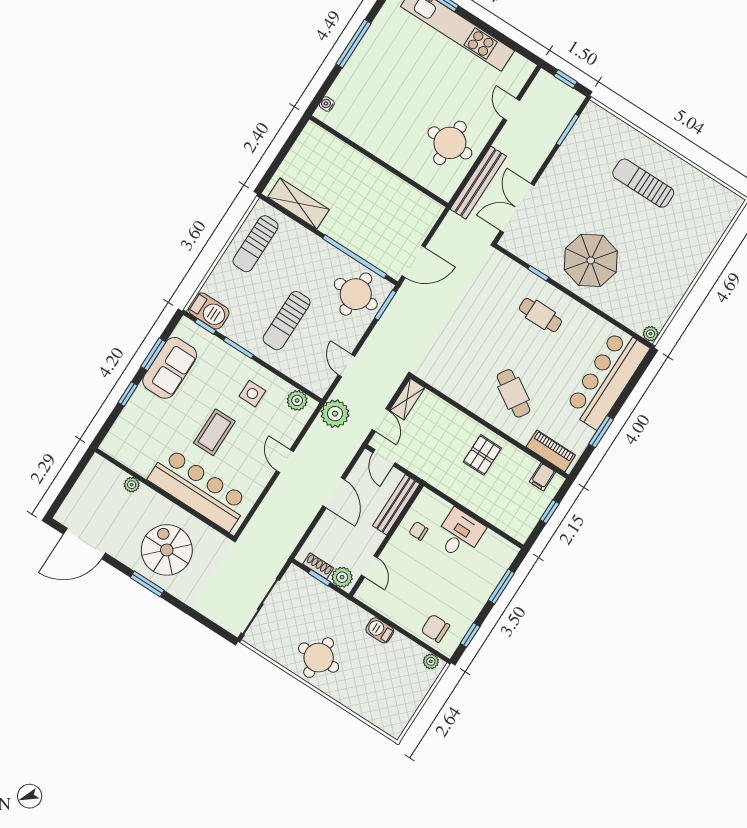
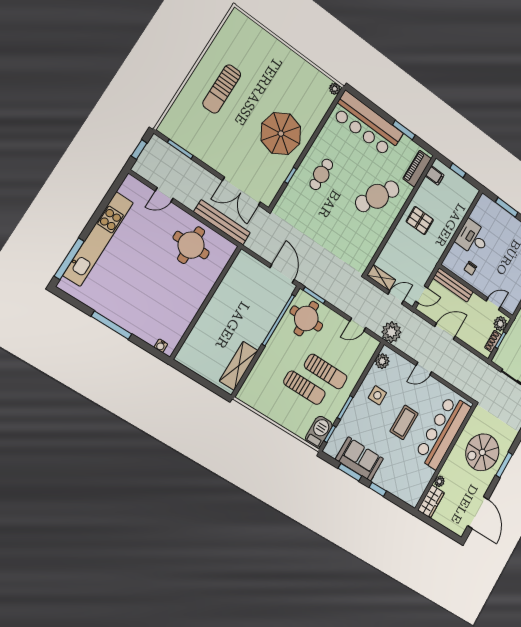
sun lounger: (256, 244) -> (304, 388), moved
cafe table: (514, 393) -> (377, 196), width x1.37, depth x1.35
coffee table: (214, 432) -> (404, 422), turned 90
wardrobe: (105, 472) -> (431, 502), added

